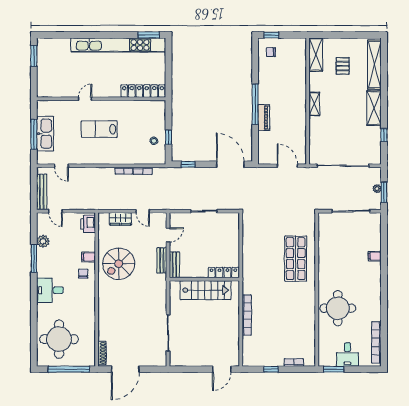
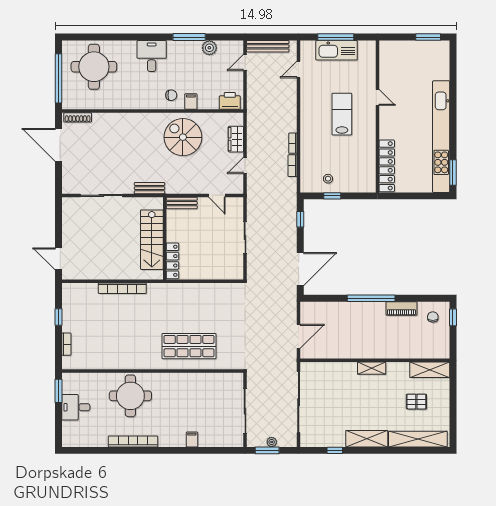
piano: (264, 118) -> (401, 308), moved
bench: (162, 260) -> (150, 188), moved
bookcase: (376, 342) -> (133, 441), moved

